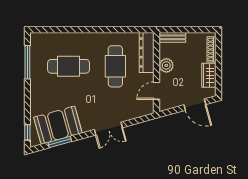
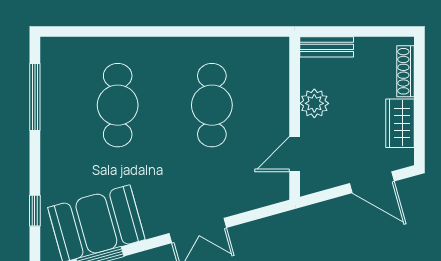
dresser: (147, 52) -> (275, 77), removed
cafe table: (69, 66) -> (118, 105), turned 90
window: (27, 132) -> (35, 211), moved

